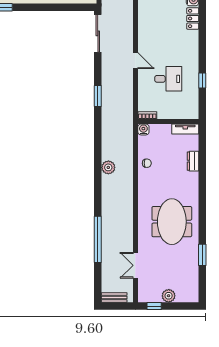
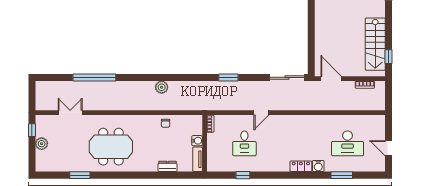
water cooler: (143, 129) -> (197, 141), moved
bench: (114, 298) -> (40, 93), removed

